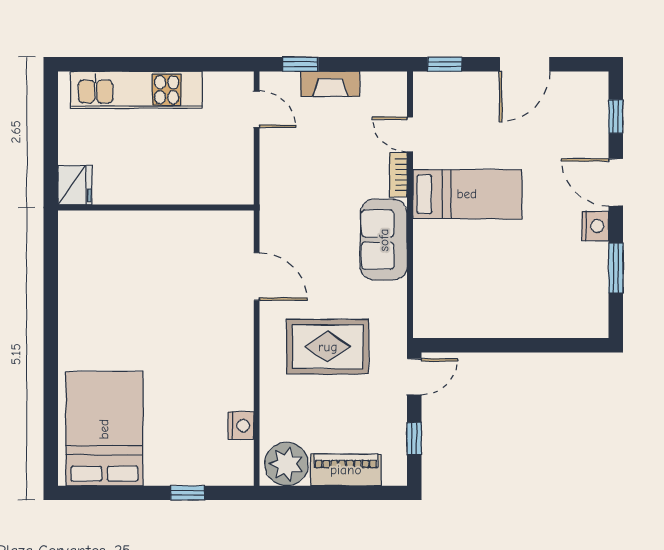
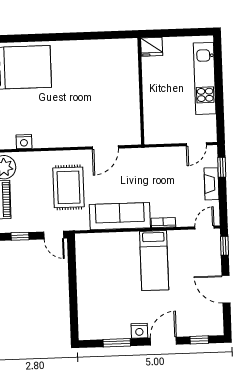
door: (410, 134) -> (204, 227), moved
sofa: (384, 240) -> (120, 216), width x1.36

